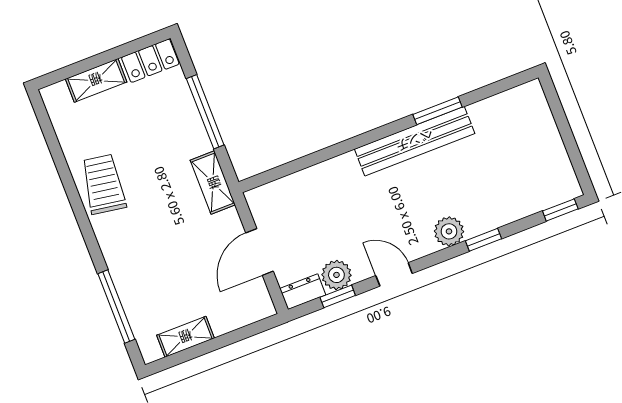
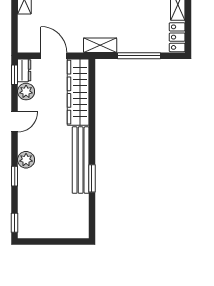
wardrobe: (304, 189) -> (78, 92), added
window: (338, 296) -> (15, 75), moved

